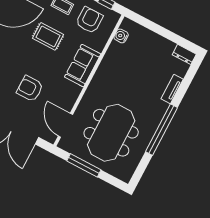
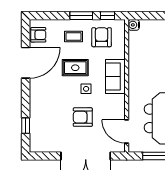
water cooler: (121, 36) -> (134, 25), moved
side table: (48, 63) -> (86, 89), added

